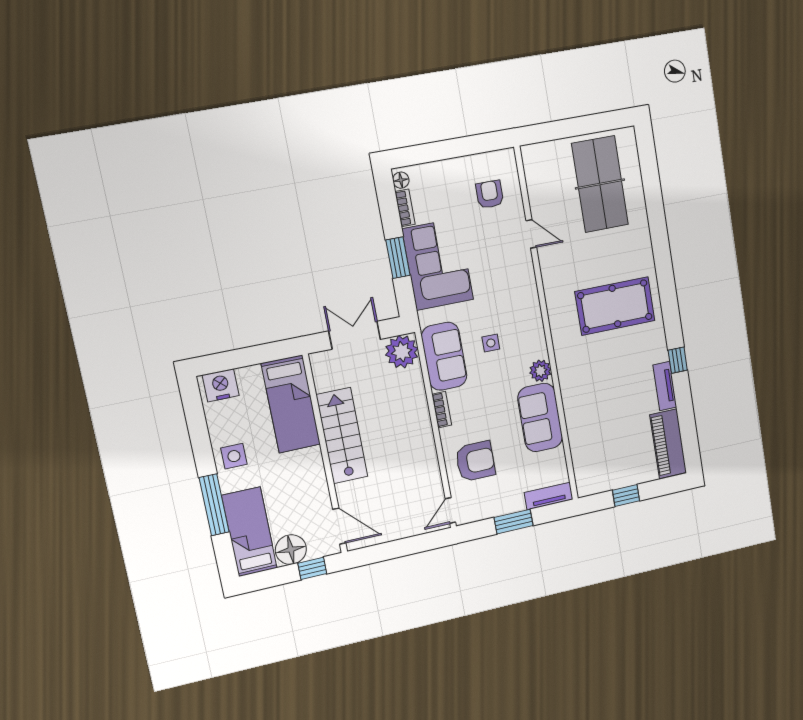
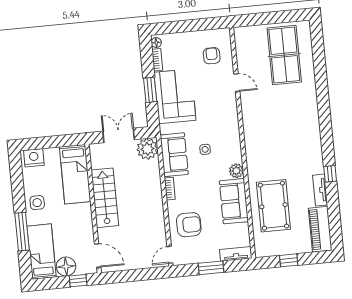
pool table: (615, 306) -> (273, 206), moved, turned 90

